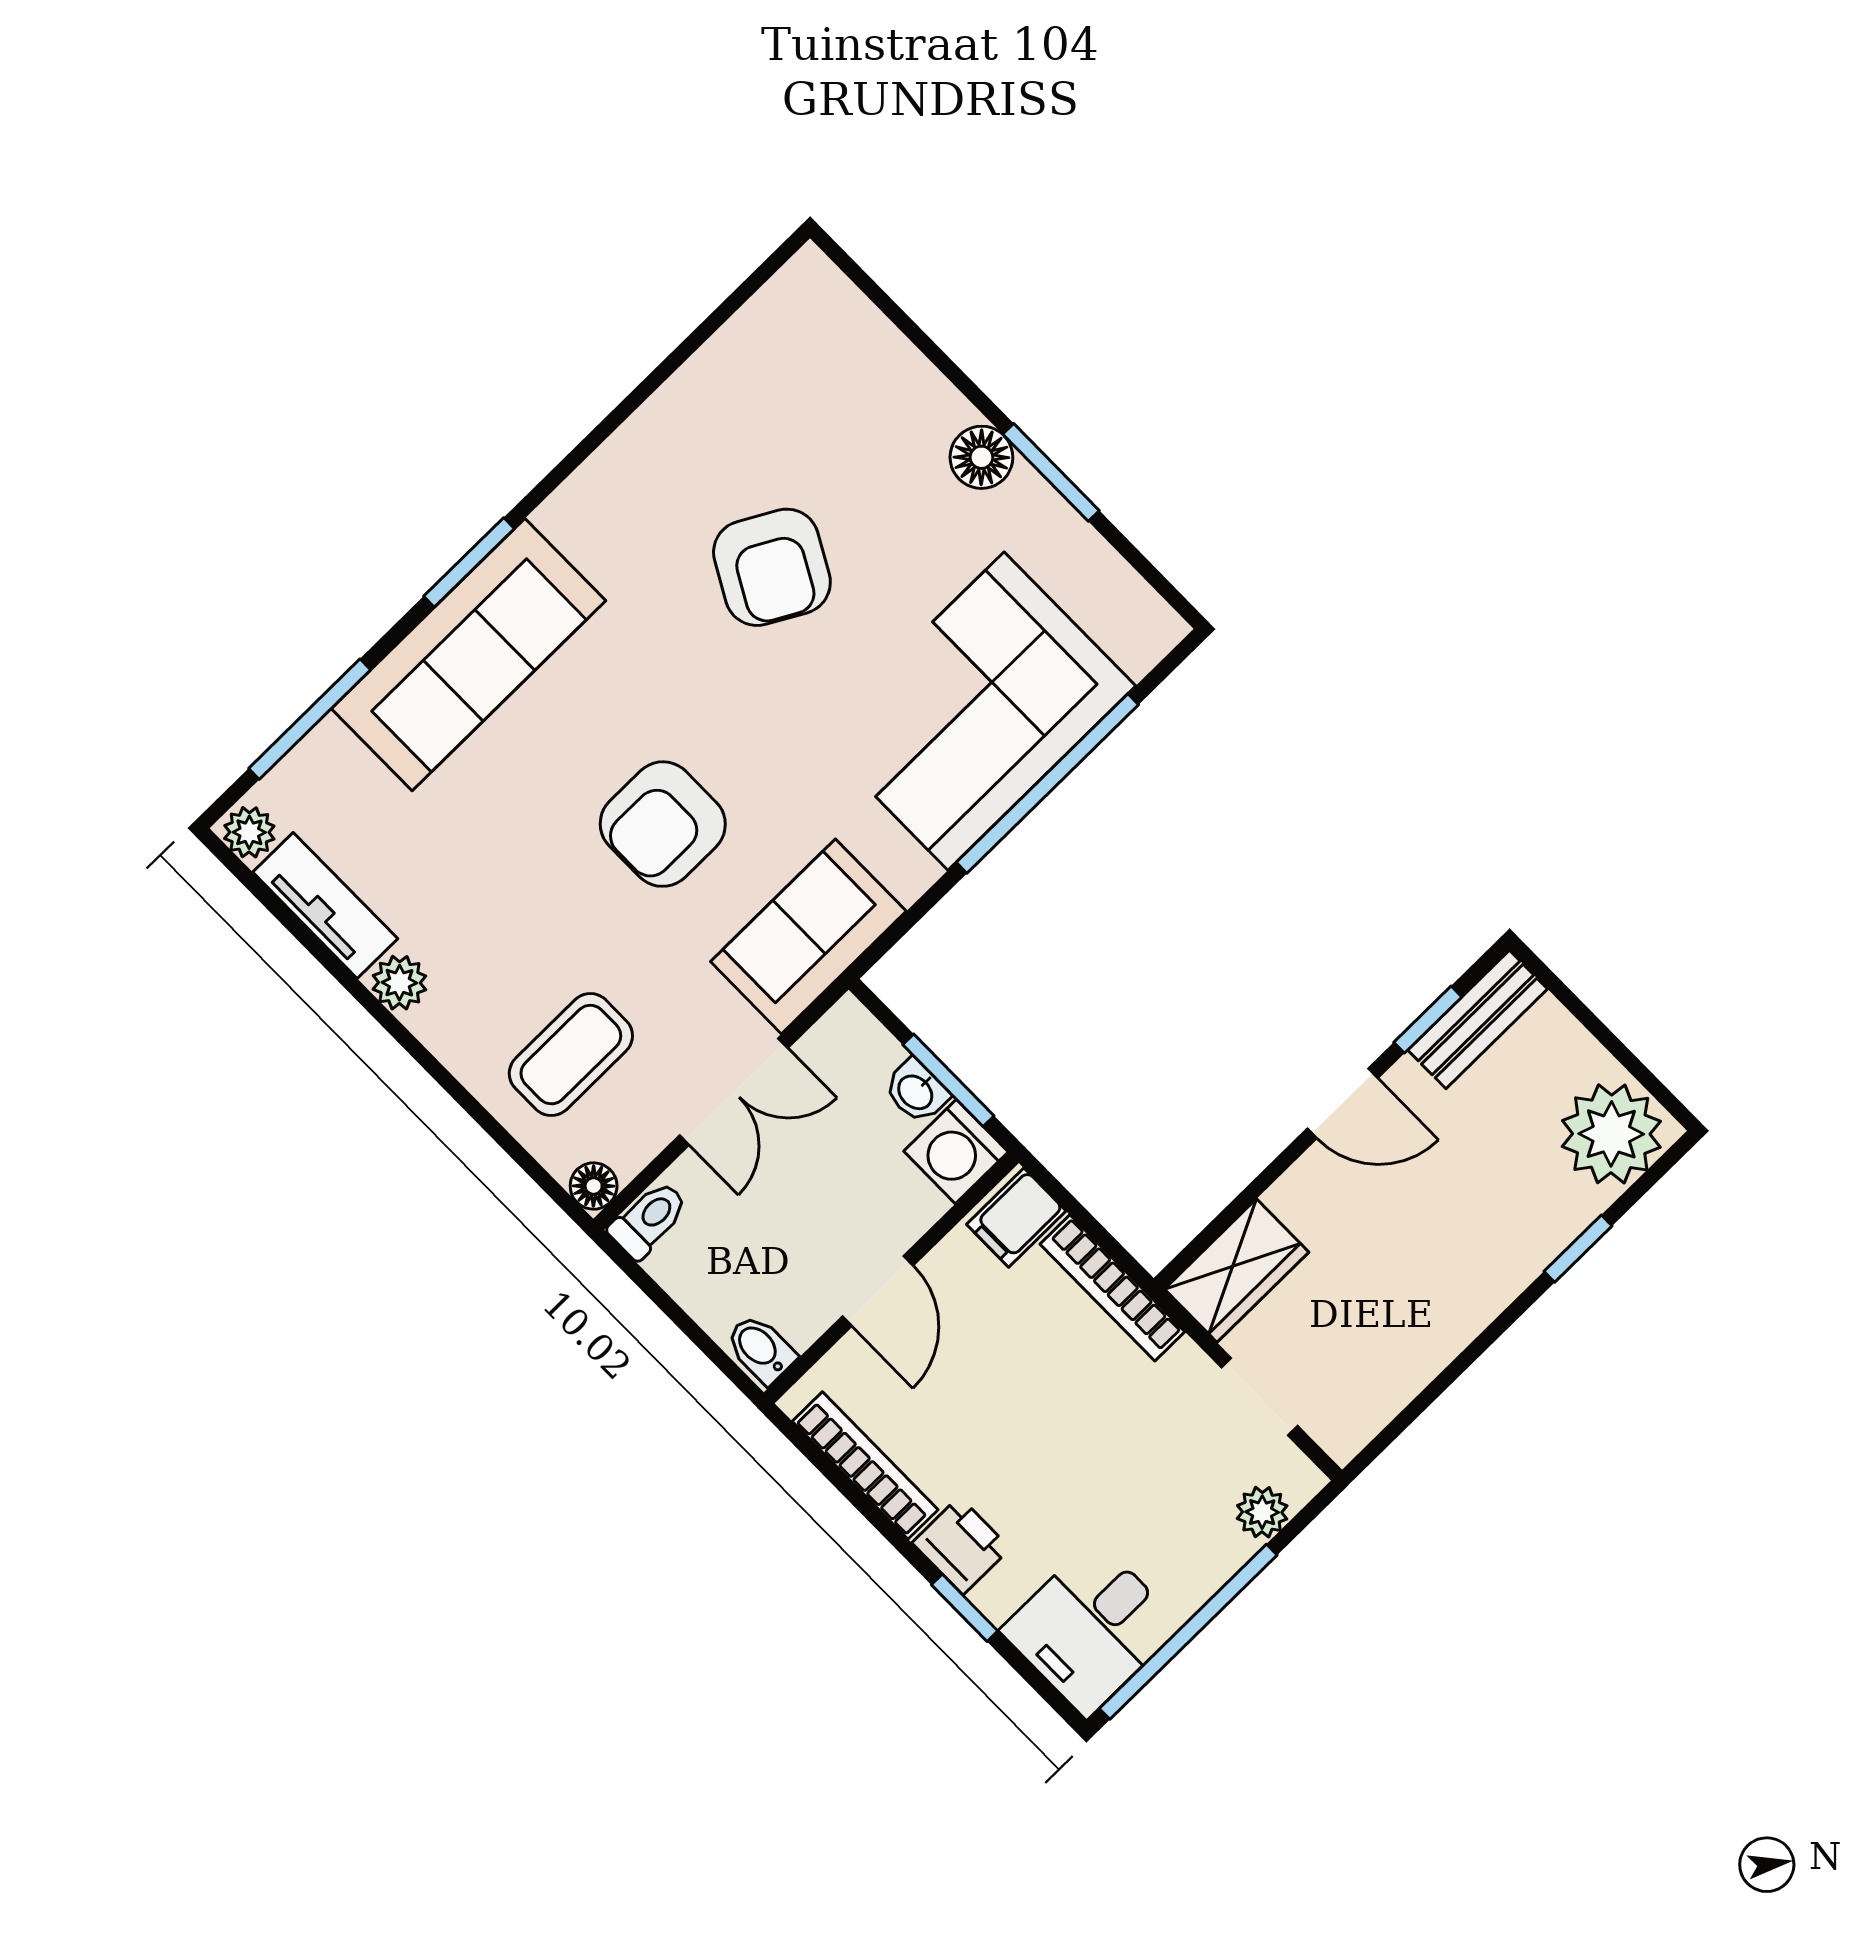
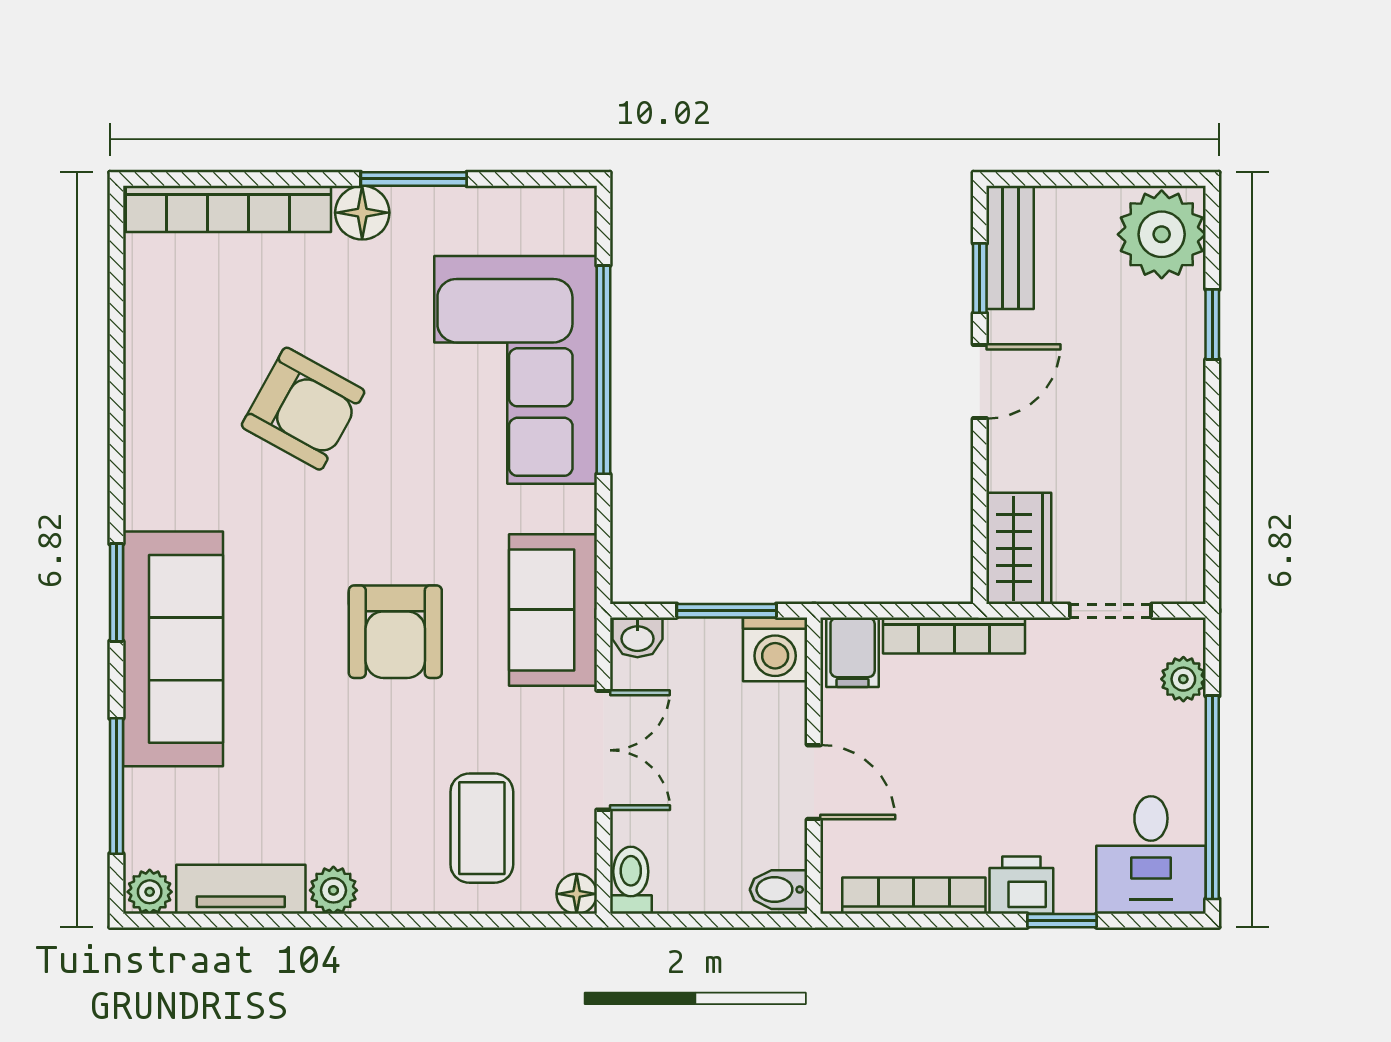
bookcase: (876, 344) -> (228, 209), added
washbasin: (916, 1091) -> (637, 637), moved

